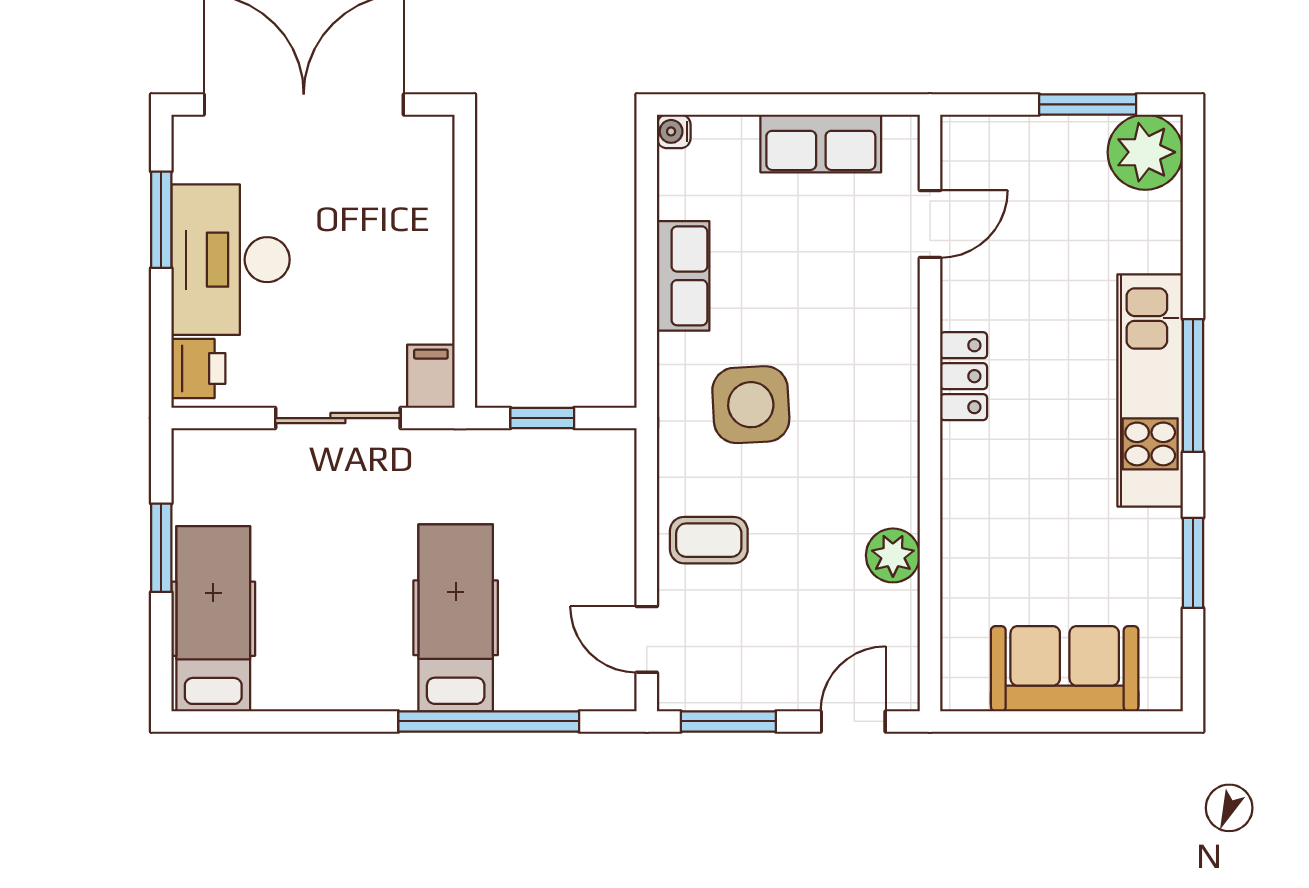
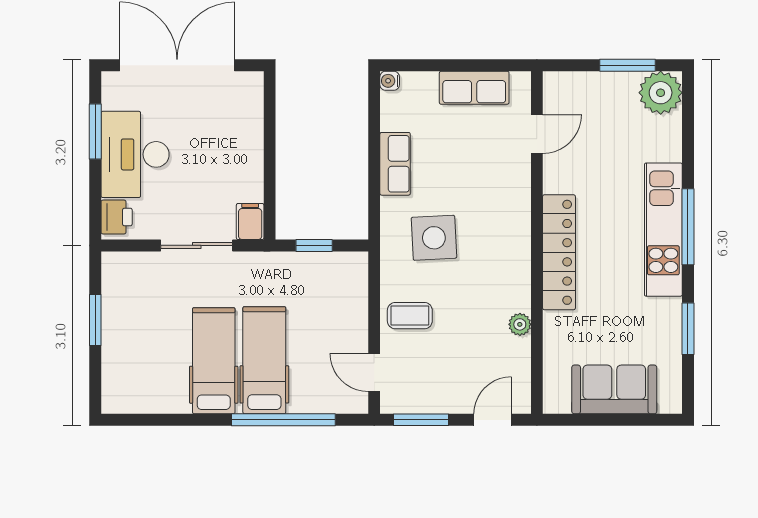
locker: (964, 376) -> (559, 252), width x2.16, depth x1.21
plant: (893, 555) -> (520, 324), width x0.73, depth x0.73
hospital bed: (213, 619) -> (214, 361), moved

